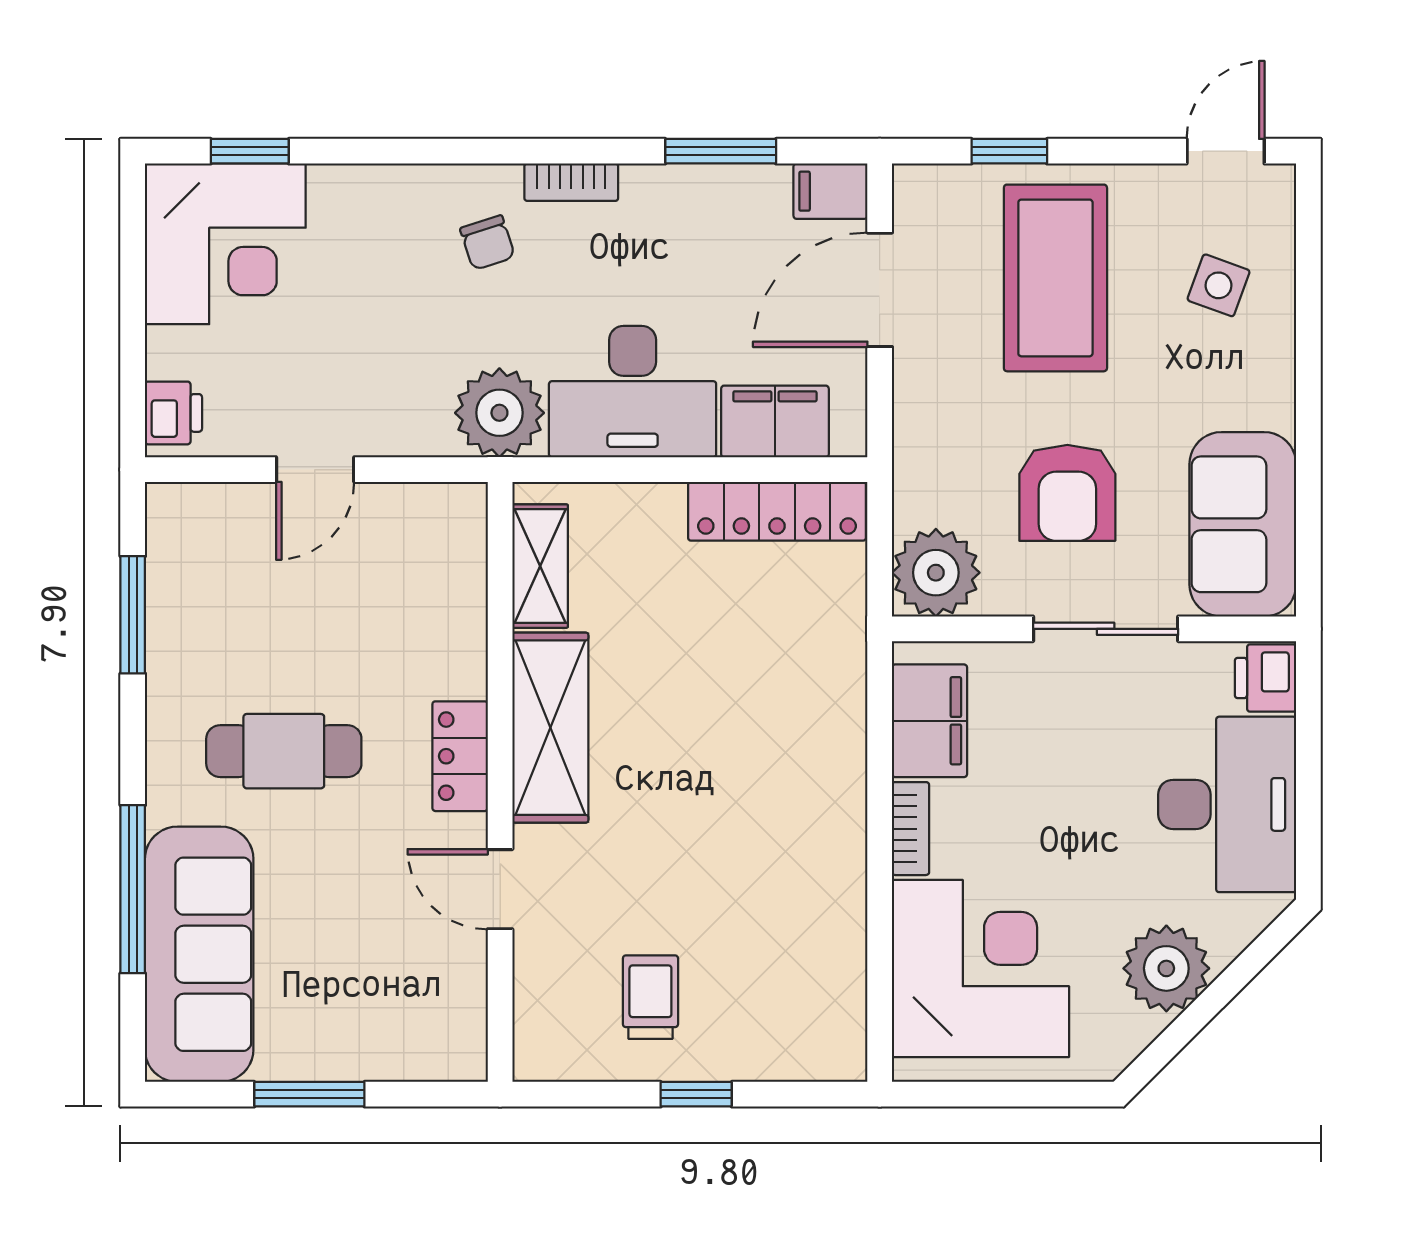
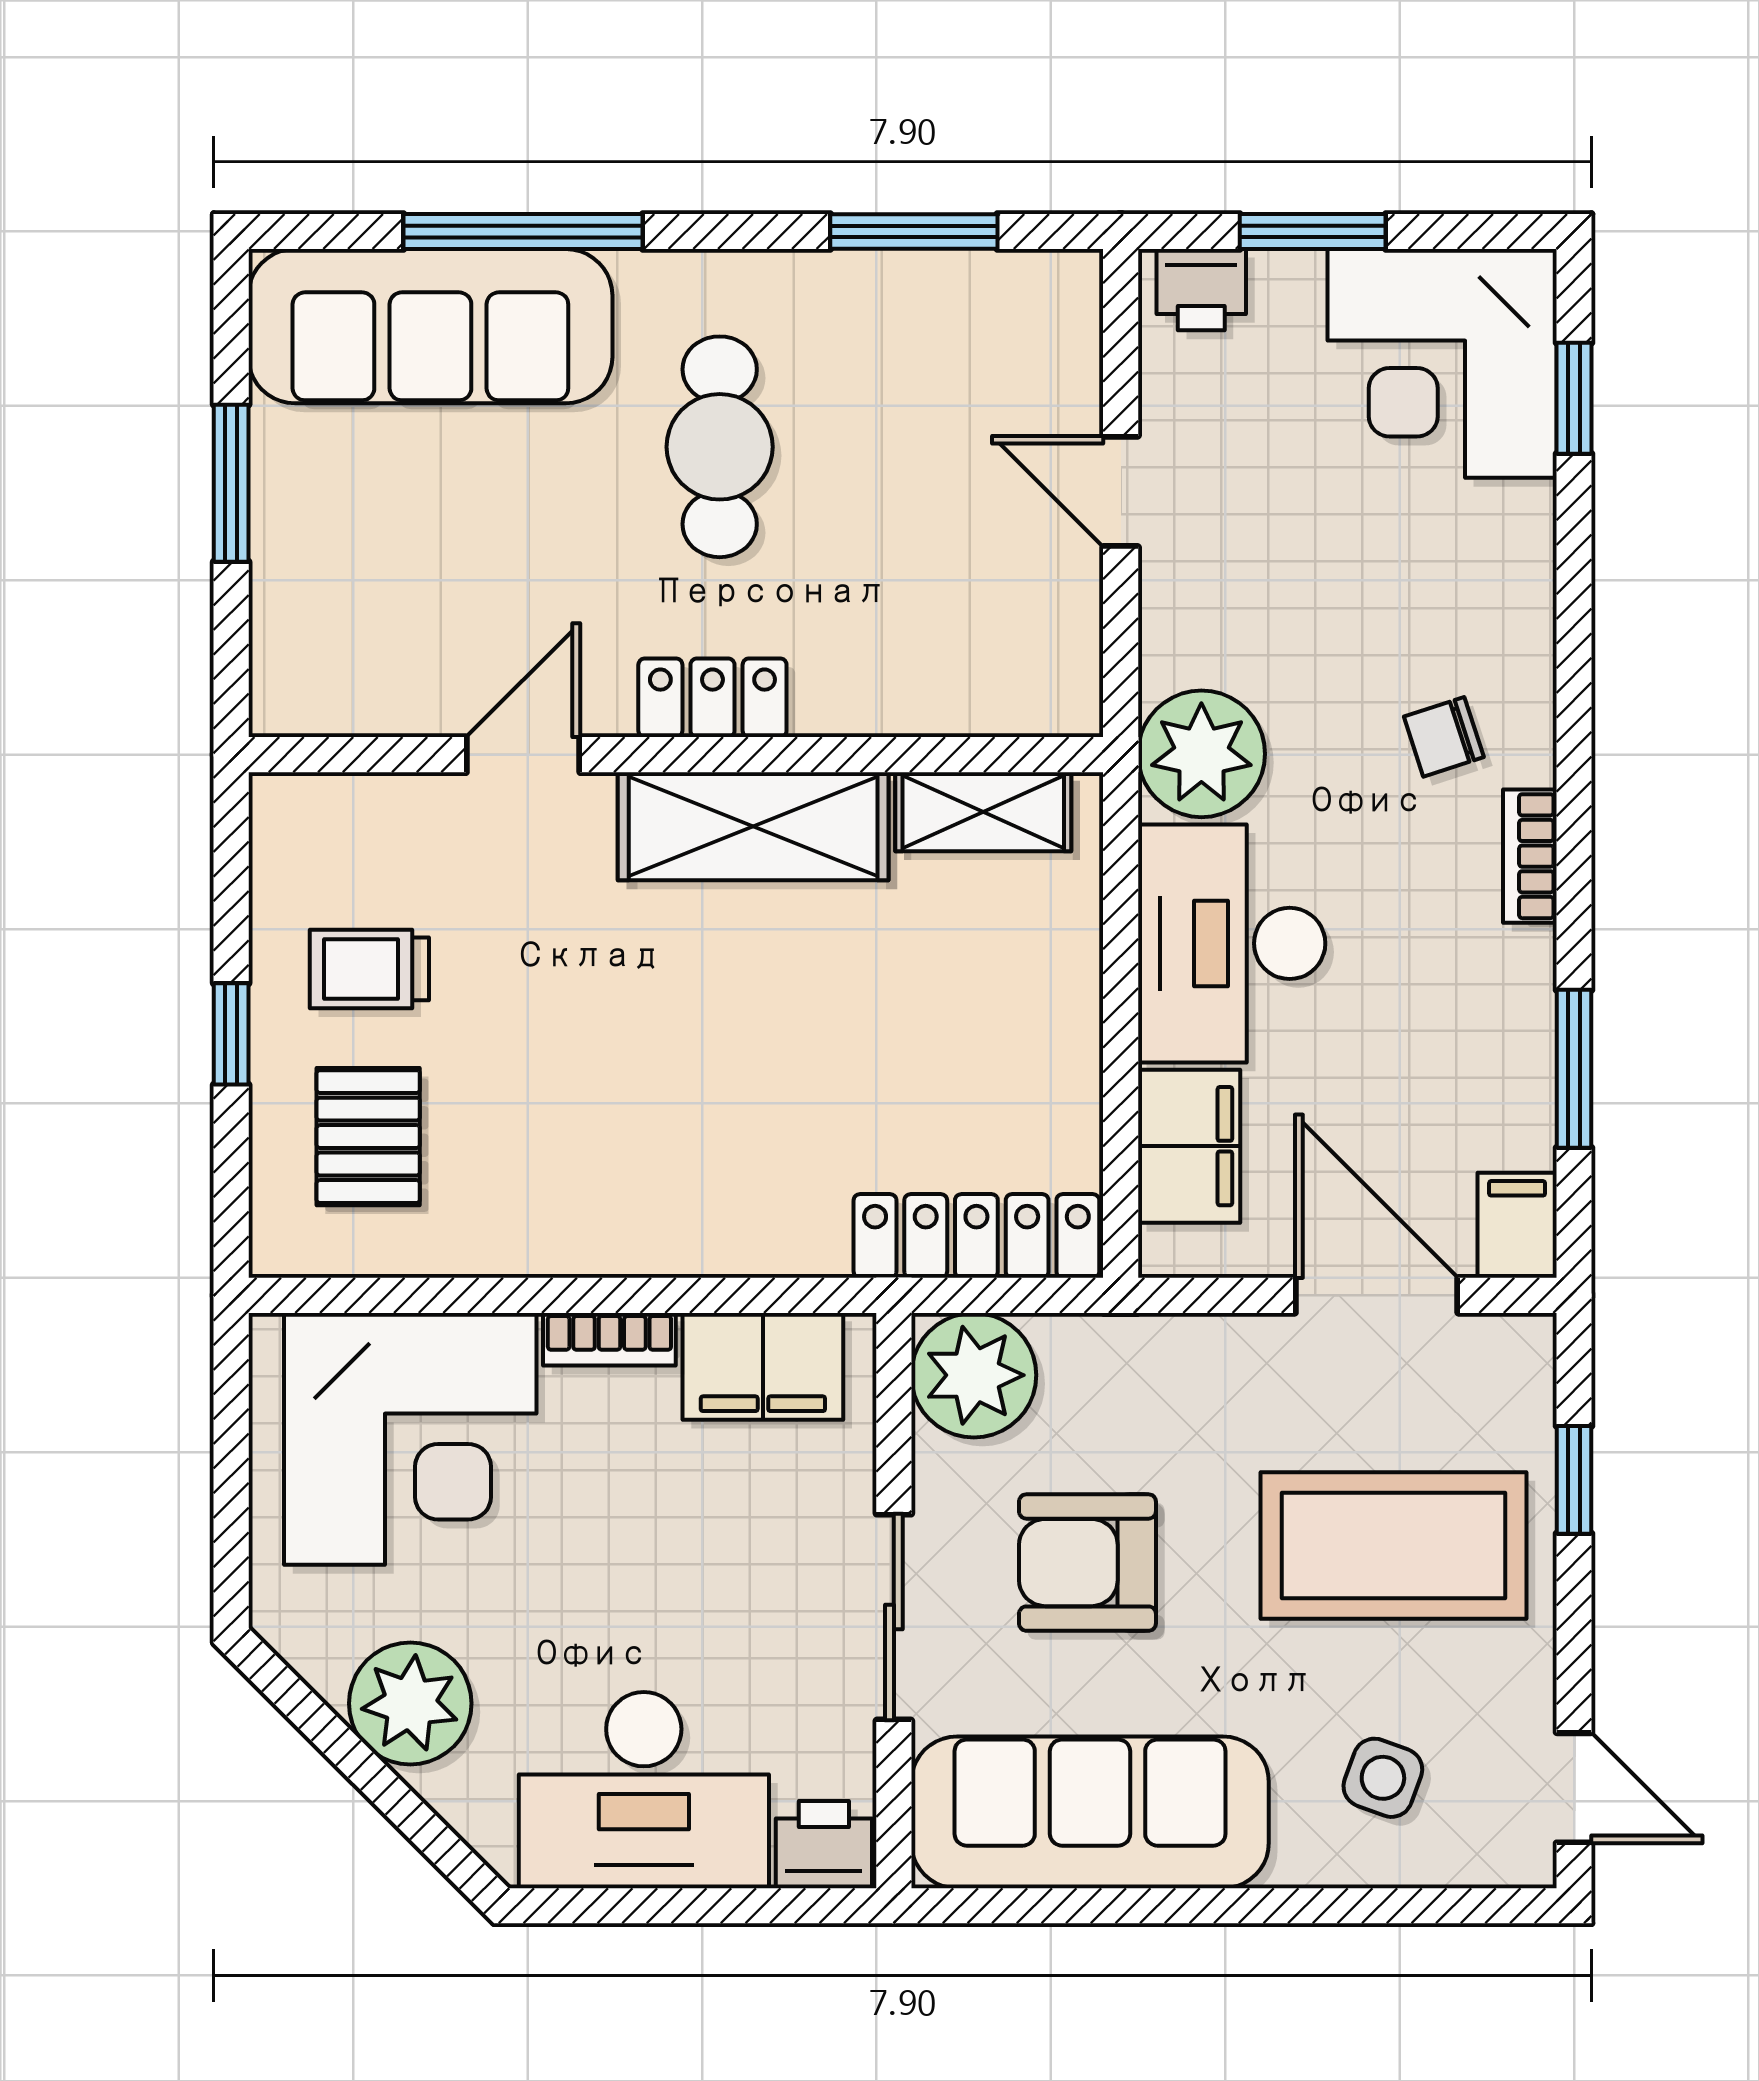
window: (133, 335) -> (1313, 231), added
locker: (777, 511) -> (976, 1236), moved, turned 90
sofa: (1243, 524) -> (1090, 1812), width x1.36
trolley: (650, 997) -> (369, 969), turned 180
pallet: (768, 998) -> (368, 1137), added

